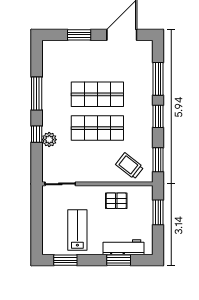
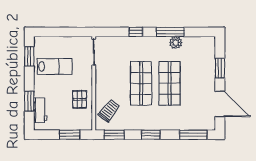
window: (158, 79) -> (193, 135), moved
plant: (49, 140) -> (176, 43), moved
workbench: (124, 247) -> (40, 110), width x0.73

